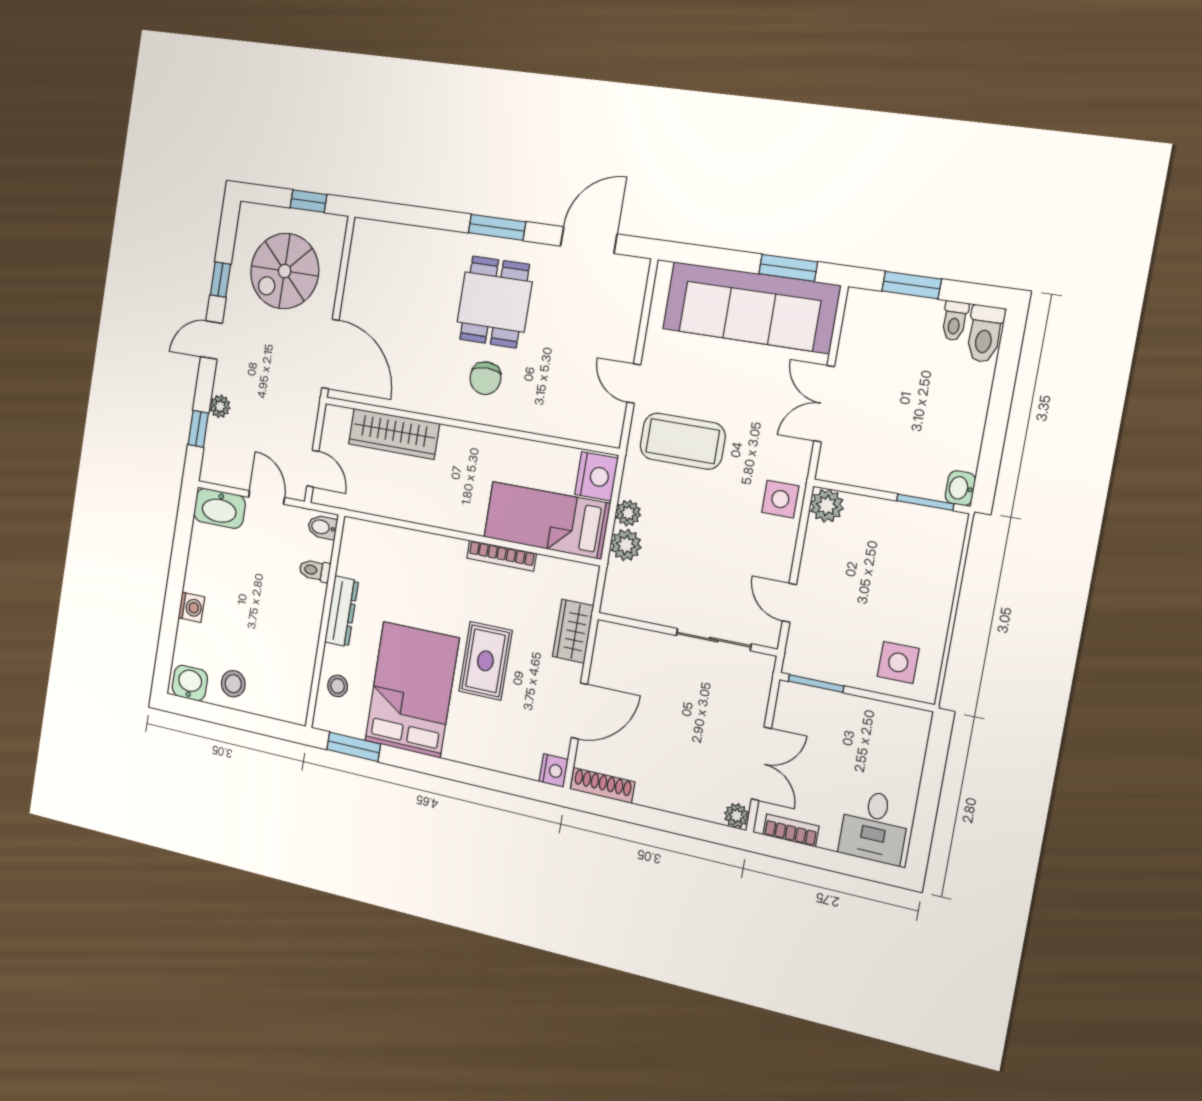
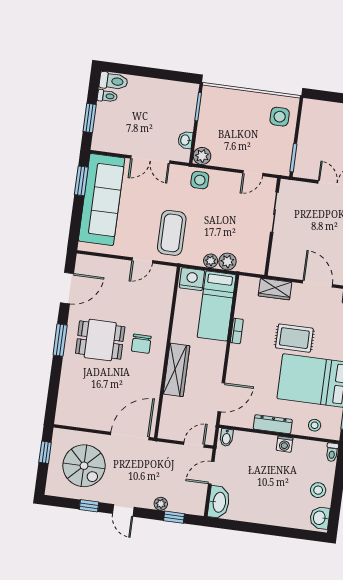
door: (589, 240) -> (67, 288), swing flipped
chair: (485, 378) -> (141, 344), turned 90
wardrobe: (394, 434) -> (177, 370), moved
washbasin: (960, 488) -> (185, 140), moved, turned 90
door: (389, 521) -> (221, 397), added
bookcase: (501, 556) -> (237, 331), width x0.64
toilet: (315, 570) -> (332, 452), moved
washing machine: (191, 607) -> (285, 444), moved, turned 180

